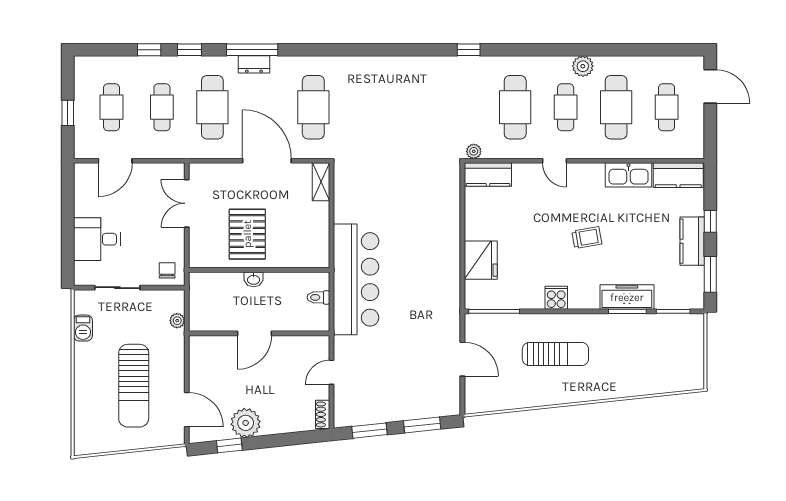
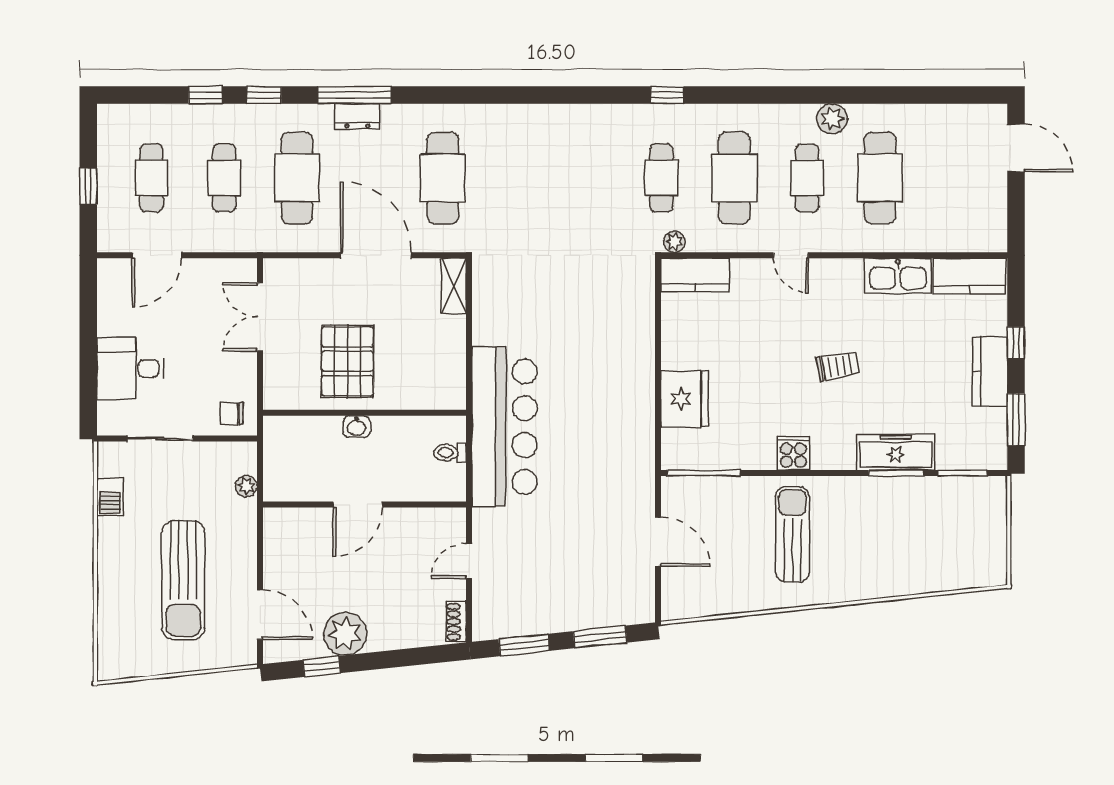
cafe table: (667, 107) -> (661, 178), moved
chair: (167, 270) -> (232, 414), turned -90
sun lounger: (555, 354) -> (792, 534), turned -90

